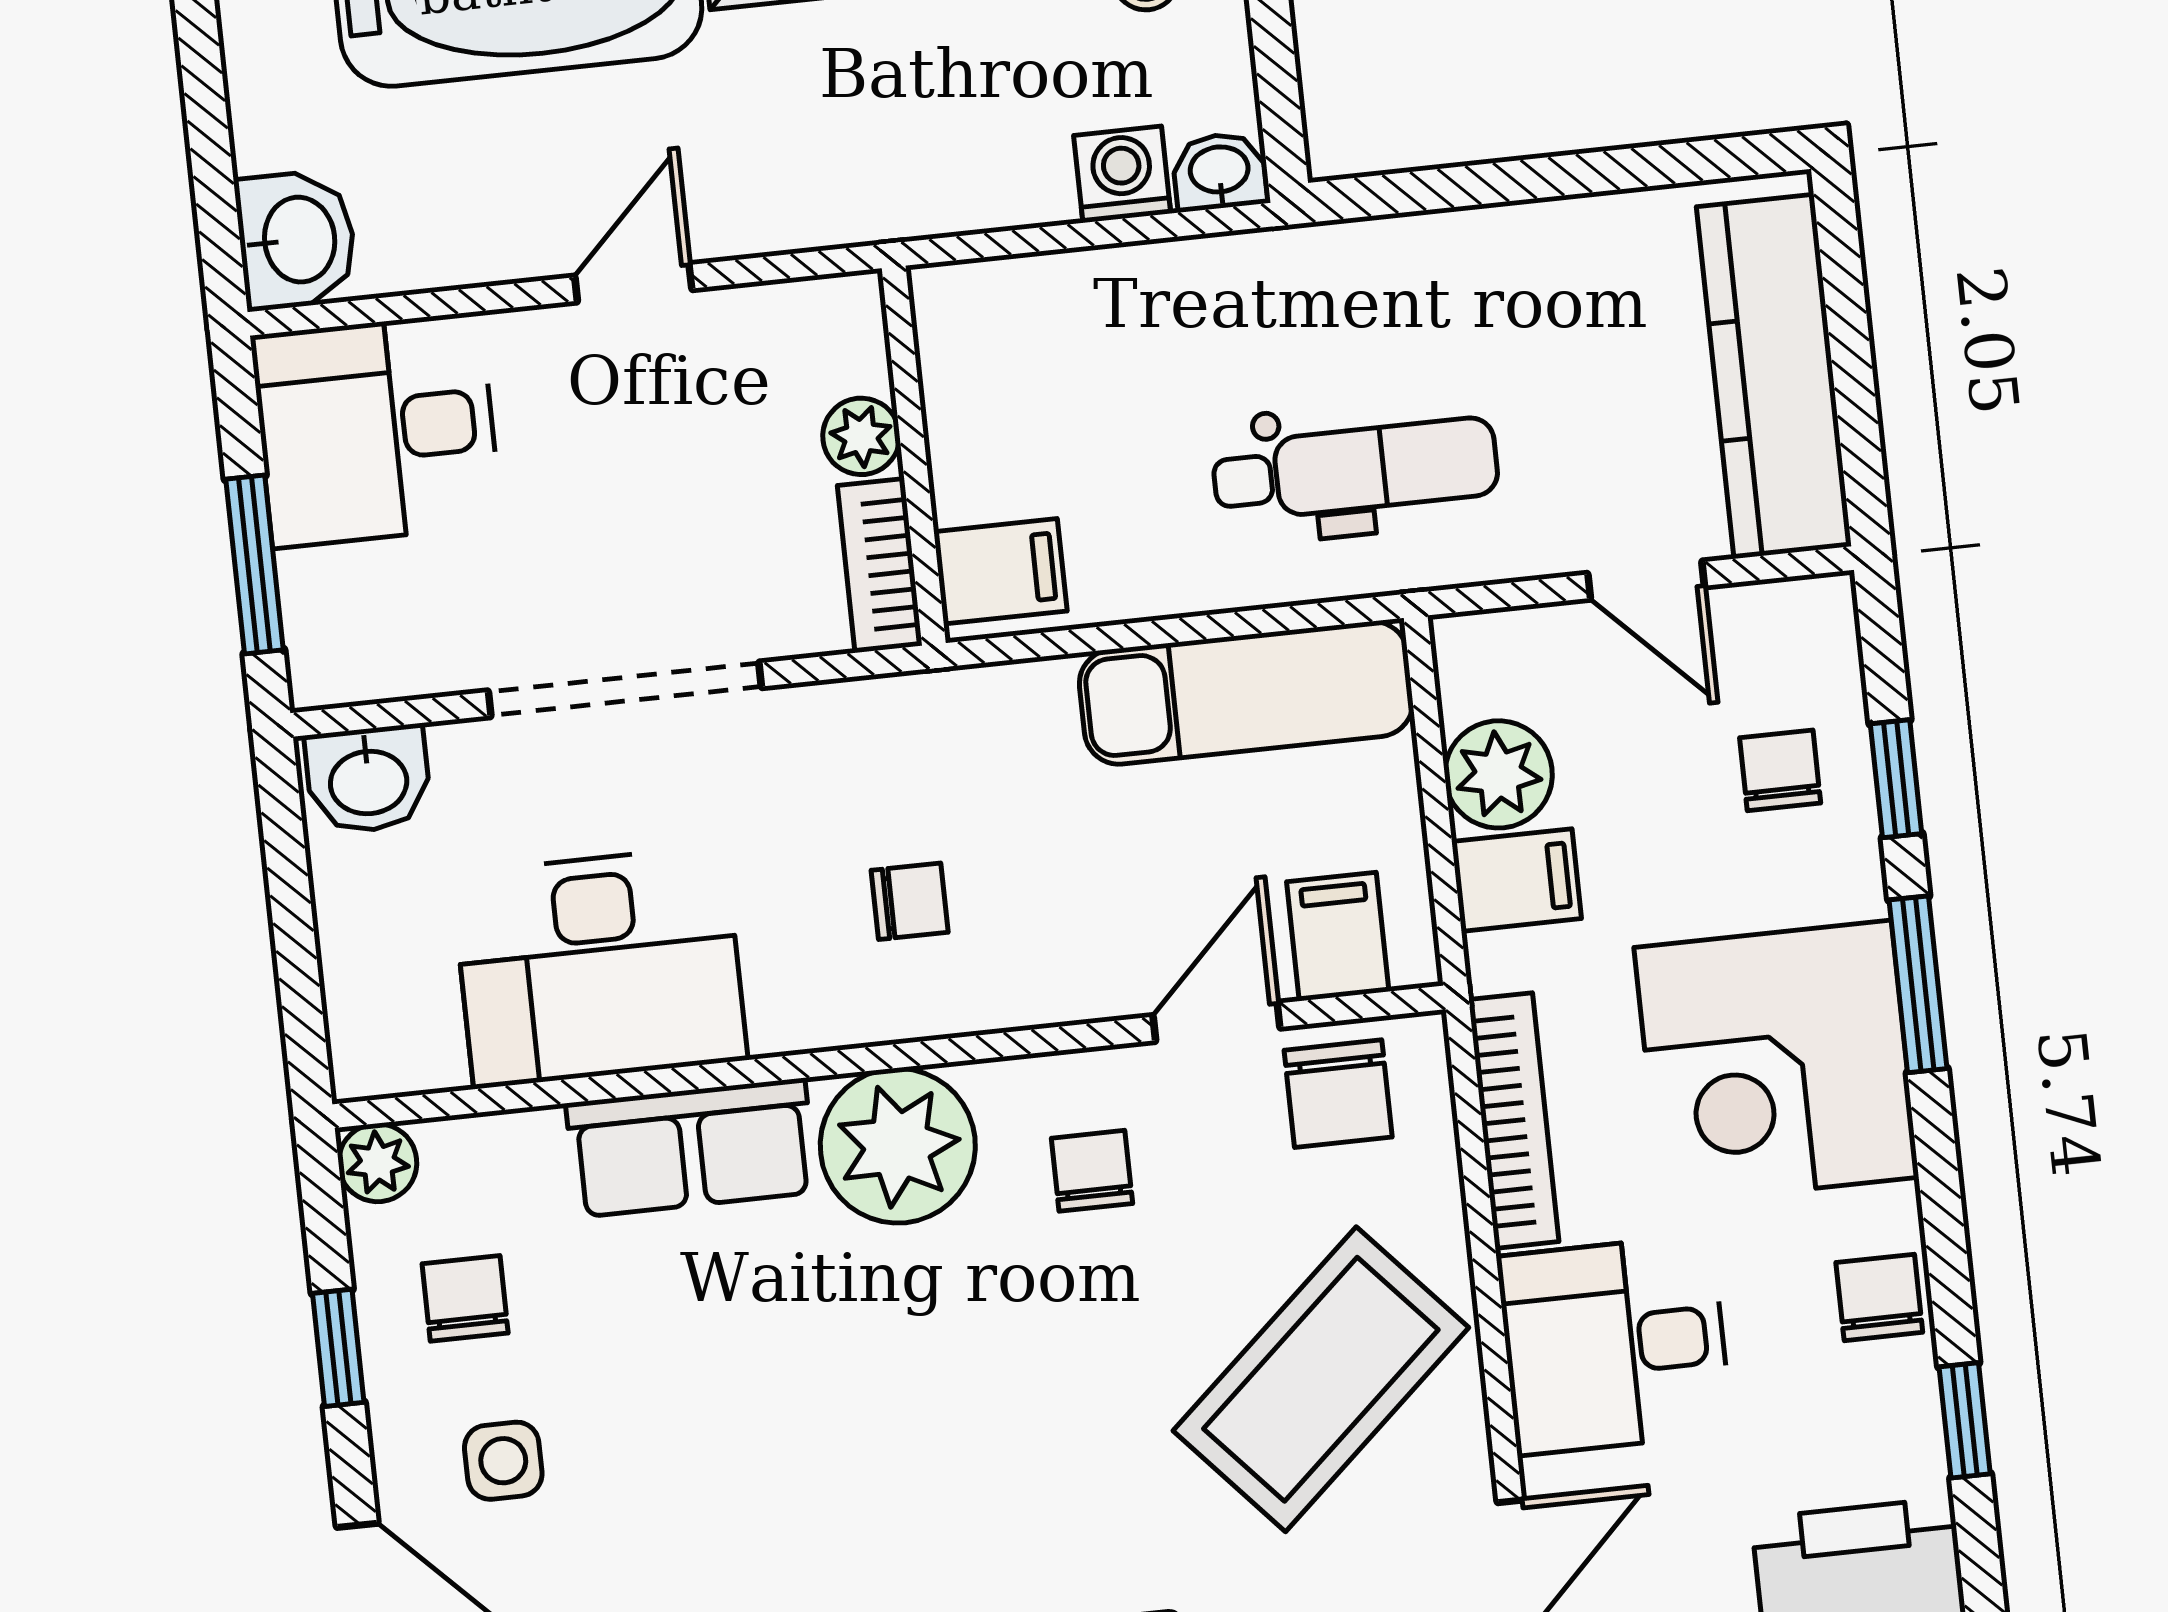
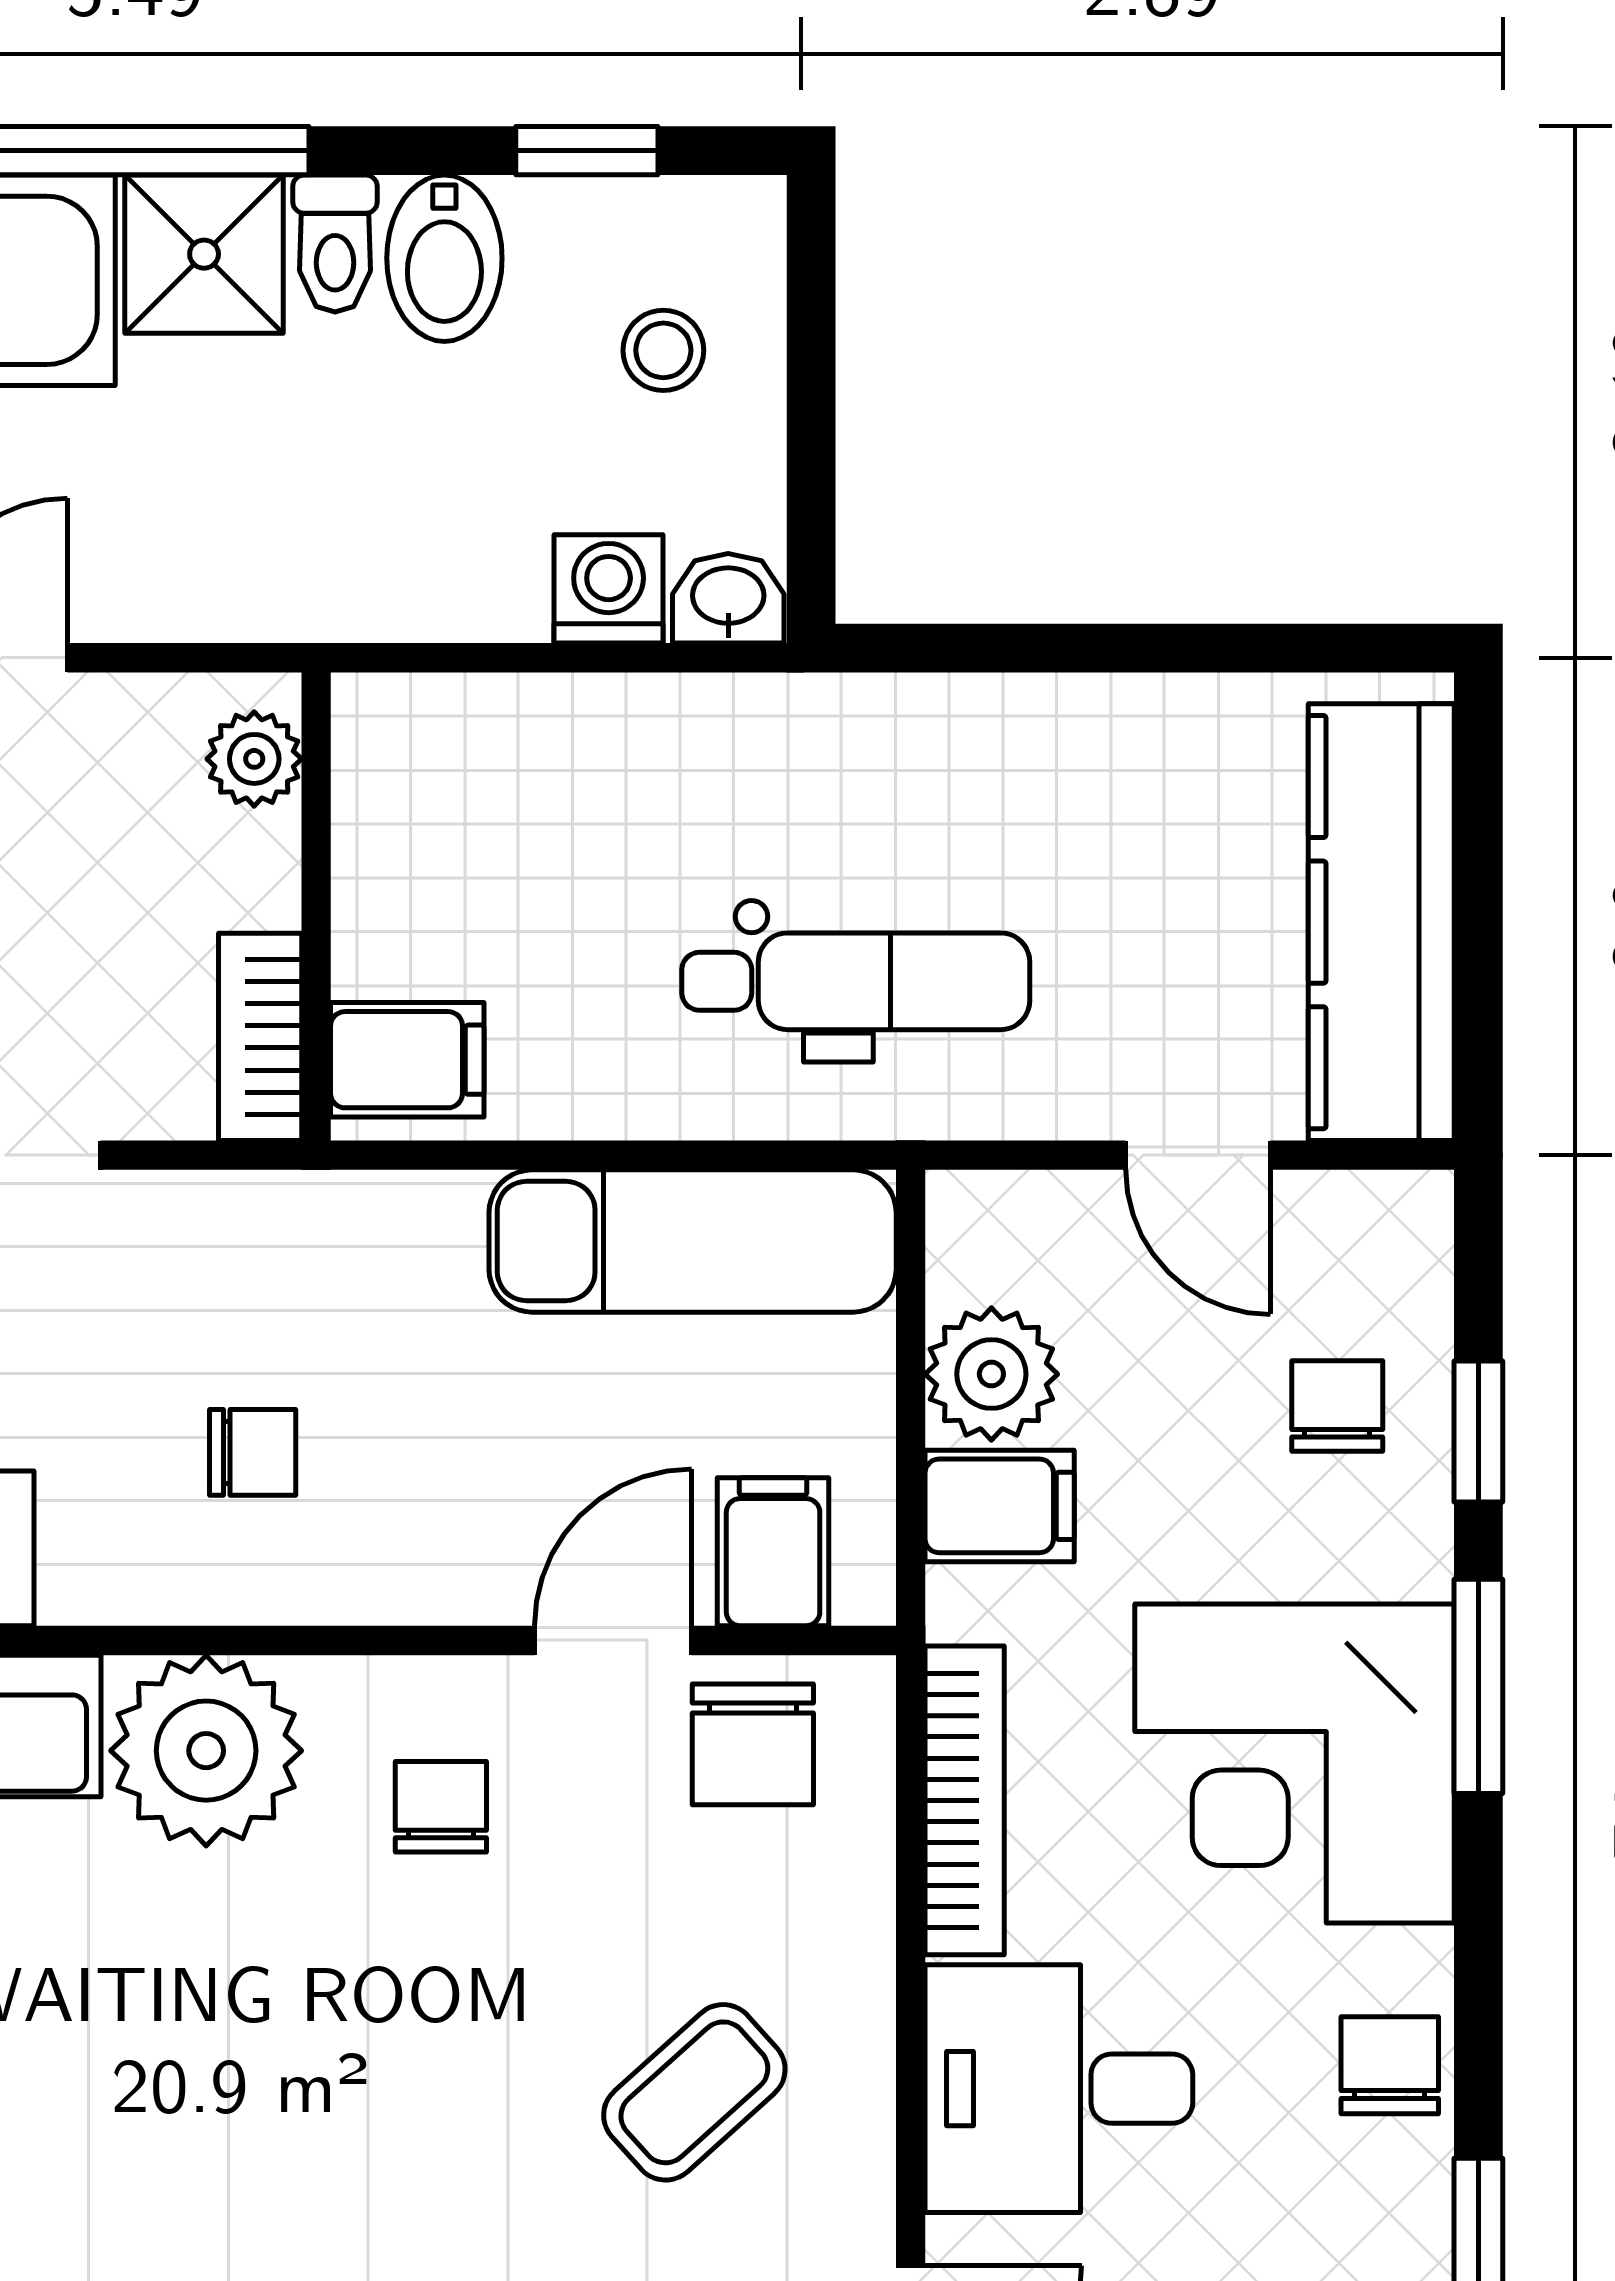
plant: (861, 436) -> (254, 759), moved
coffee table: (1321, 1379) -> (694, 2092), width x0.54, depth x0.58

